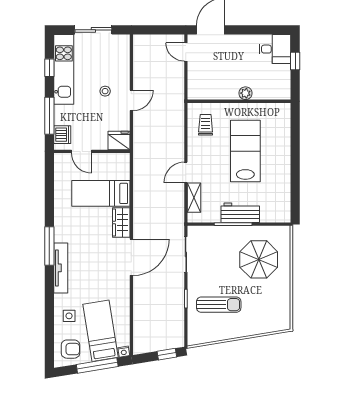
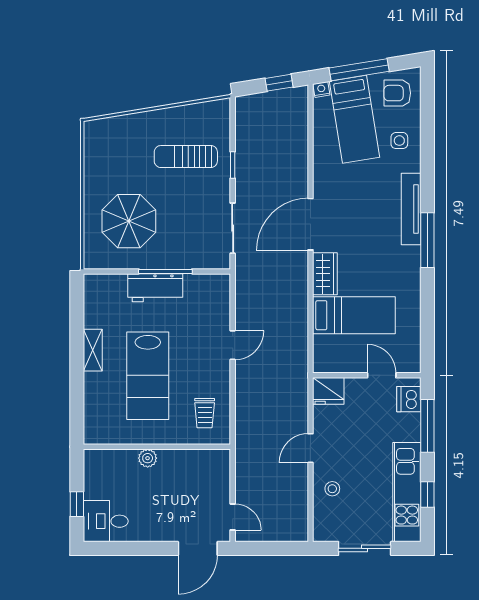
stool: (105, 91) -> (332, 489), moved
shelving: (194, 198) -> (93, 350), moved
window: (167, 354) -> (279, 83), moved

